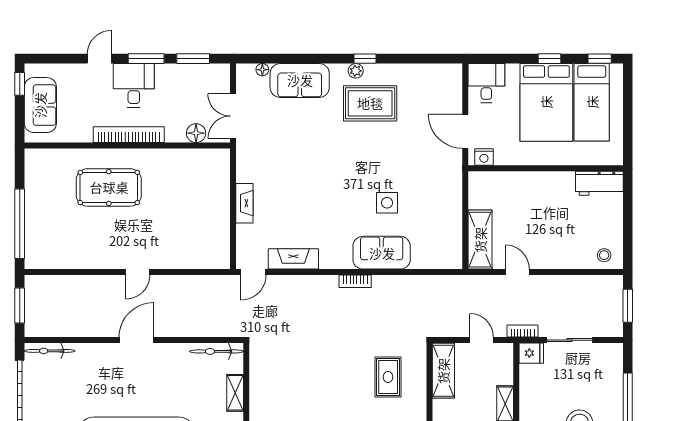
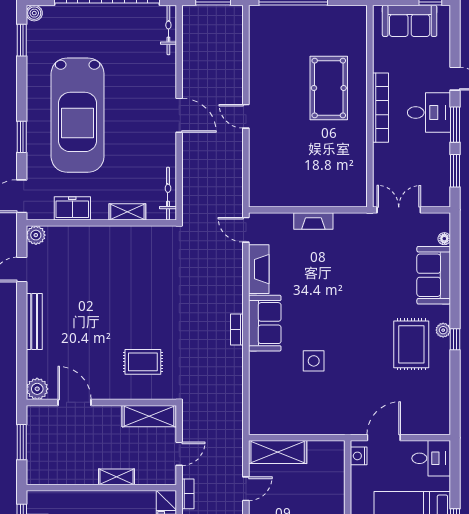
floor lamp: (196, 133) -> (382, 174), removed
sofa: (382, 253) -> (265, 323), moved

